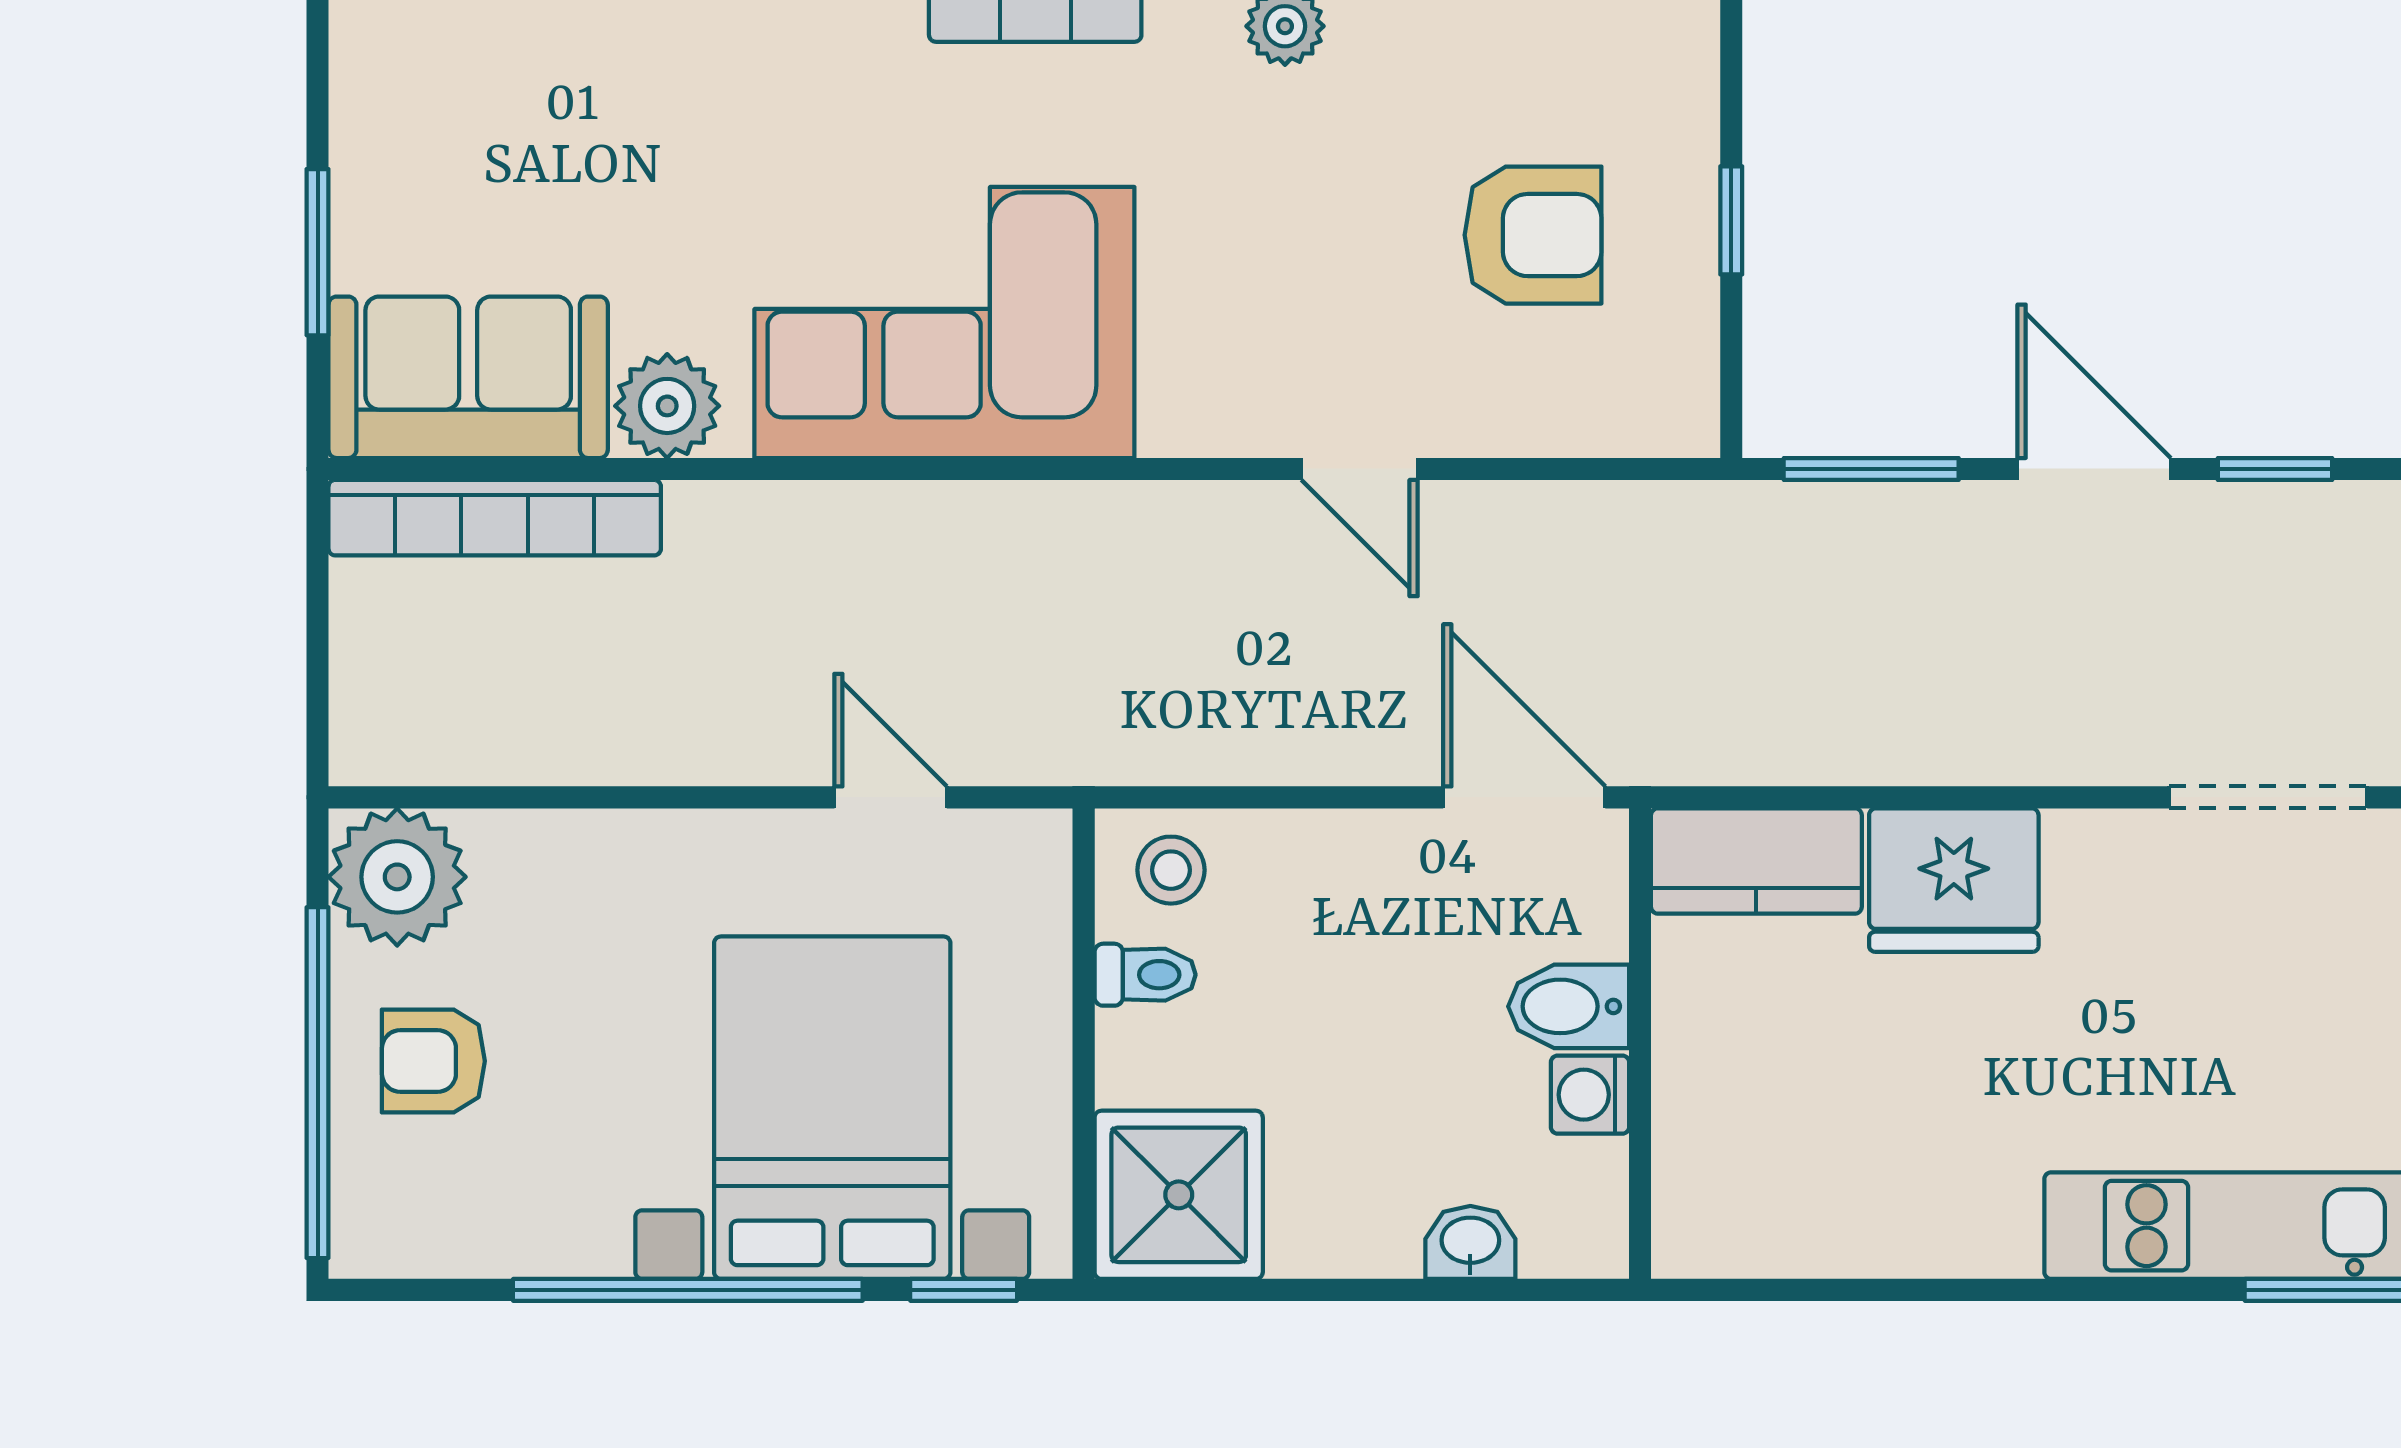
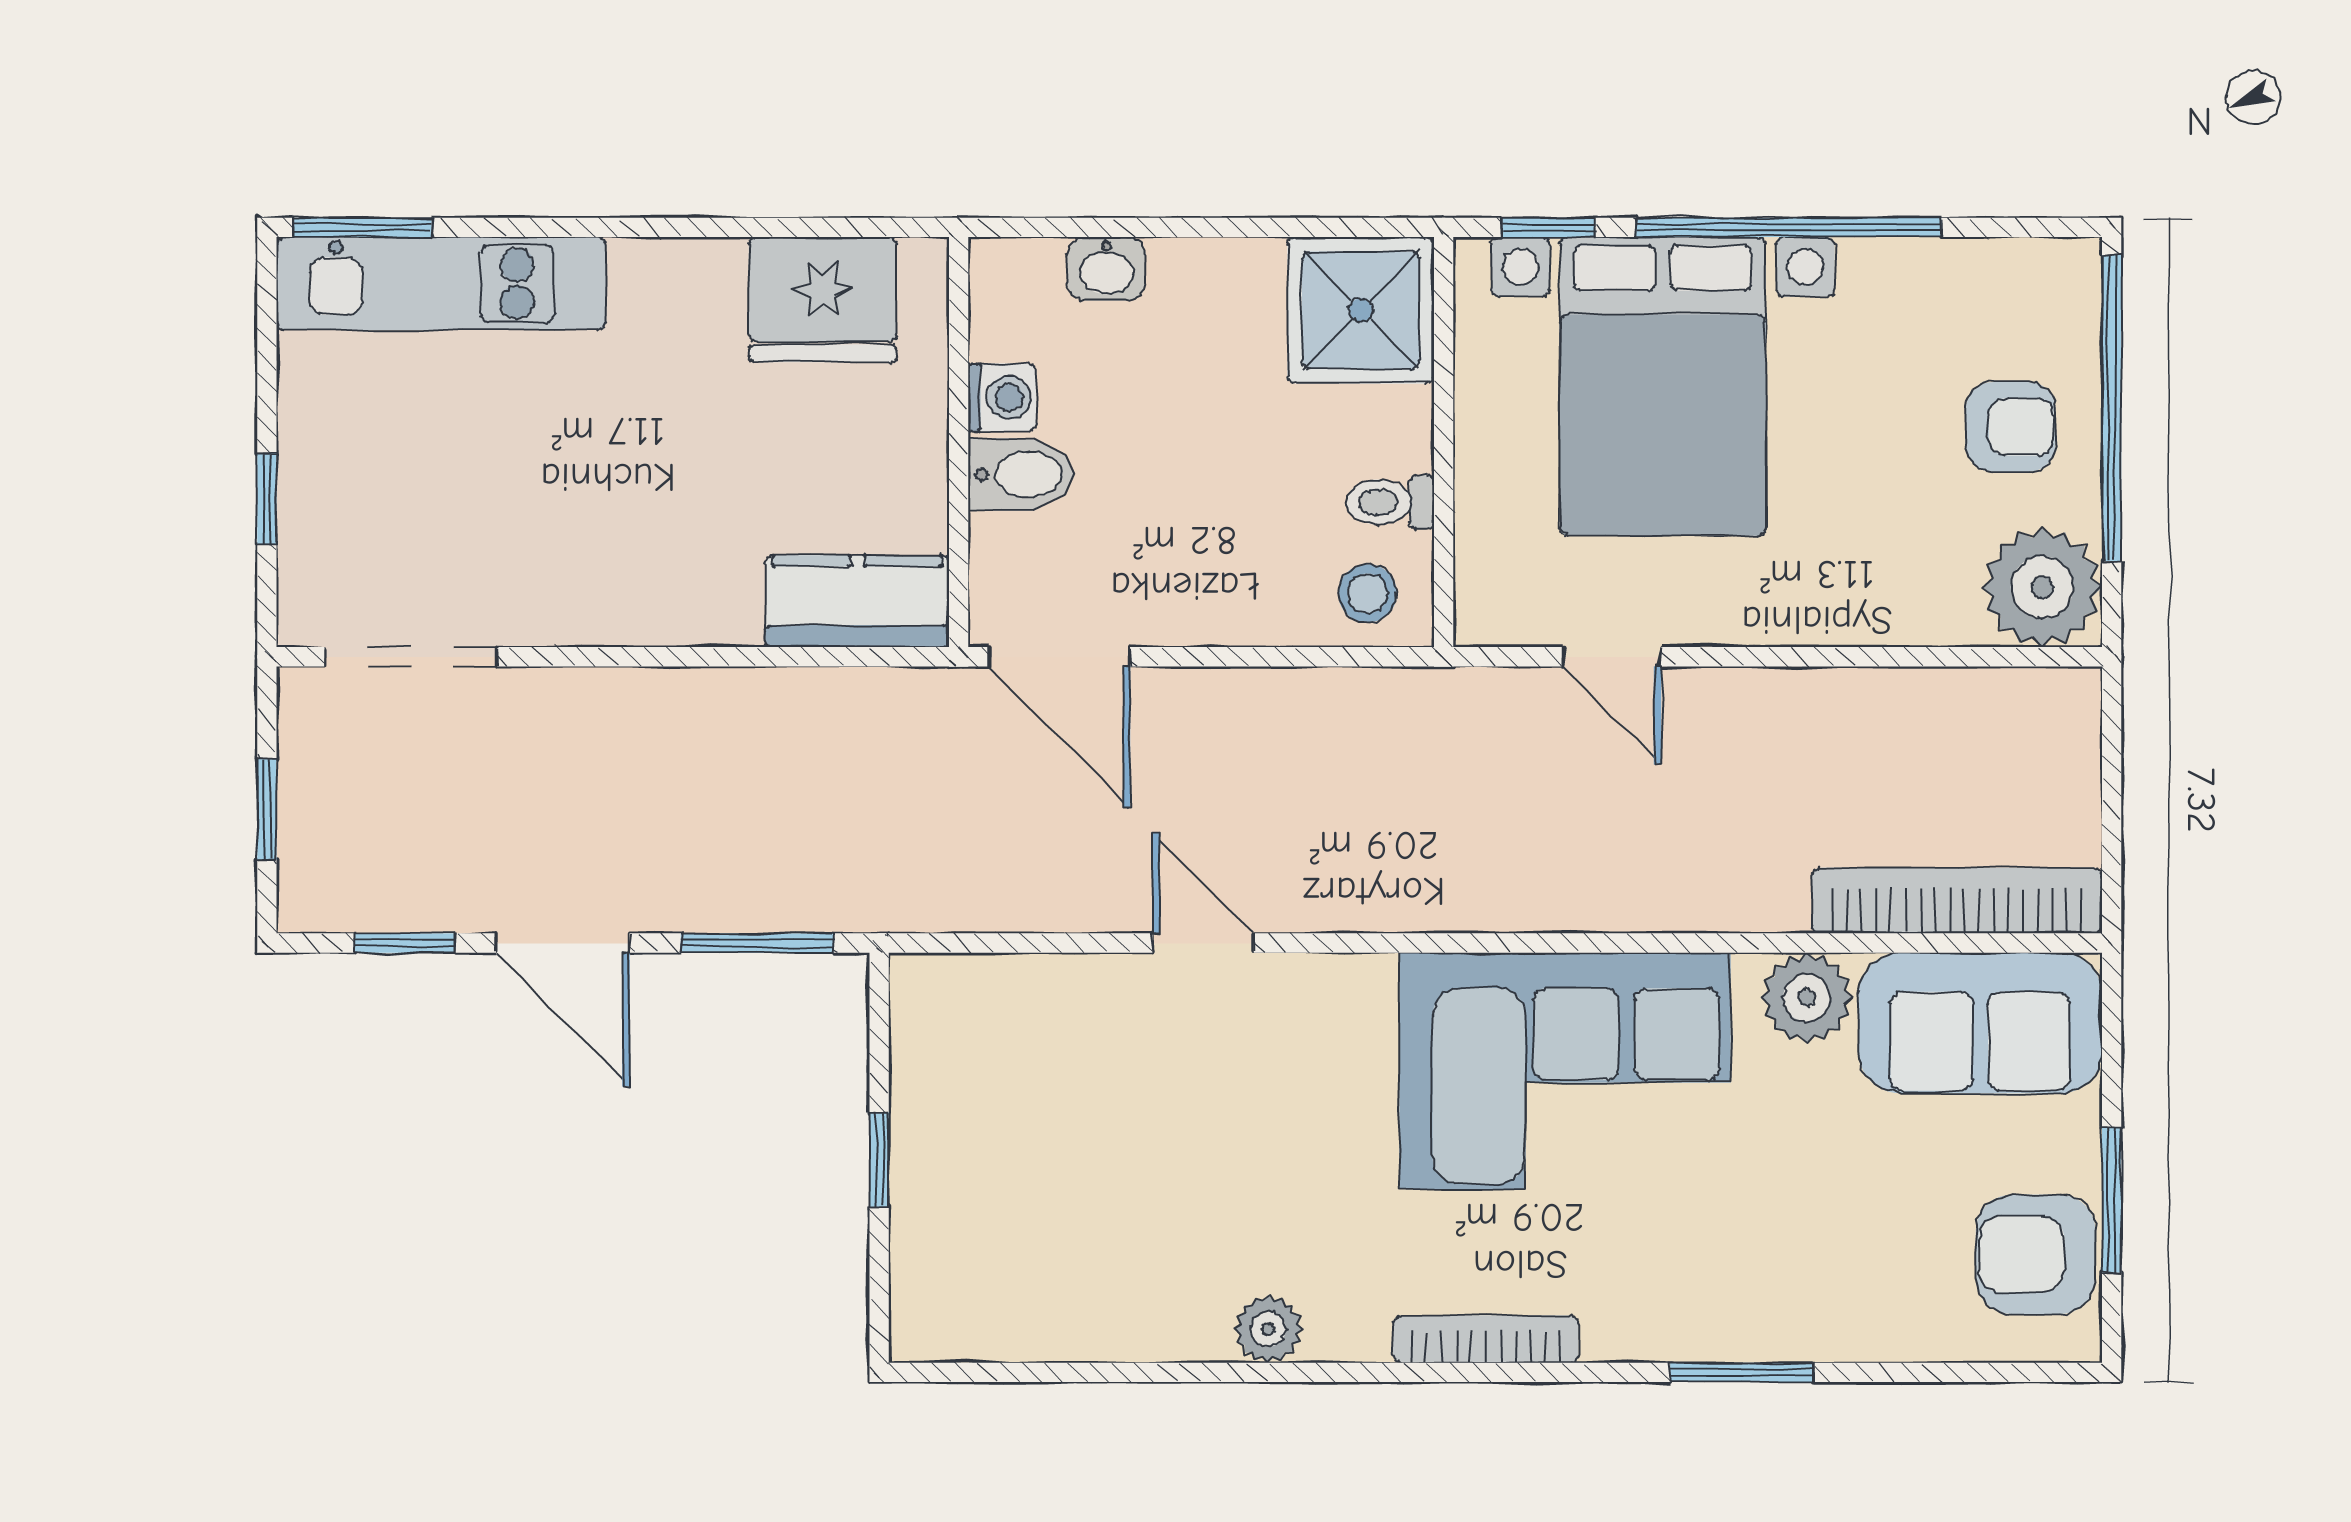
armchair: (1533, 235) -> (2036, 1254), moved
window: (318, 252) -> (2112, 1200), moved
fridge: (1954, 880) -> (823, 300), moved, turned 180

